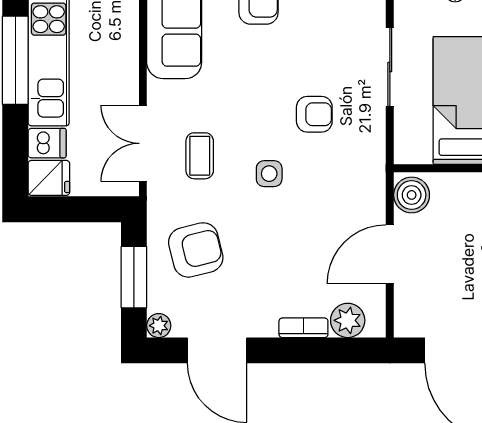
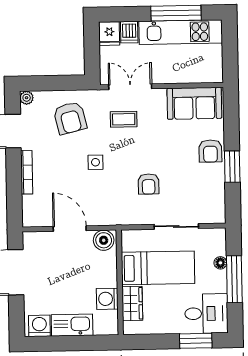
side table: (269, 174) -> (95, 162), moved
window: (134, 277) -> (54, 83), removed
plant: (348, 320) -> (32, 205), removed
bookcase: (303, 328) -> (27, 172), width x1.56

